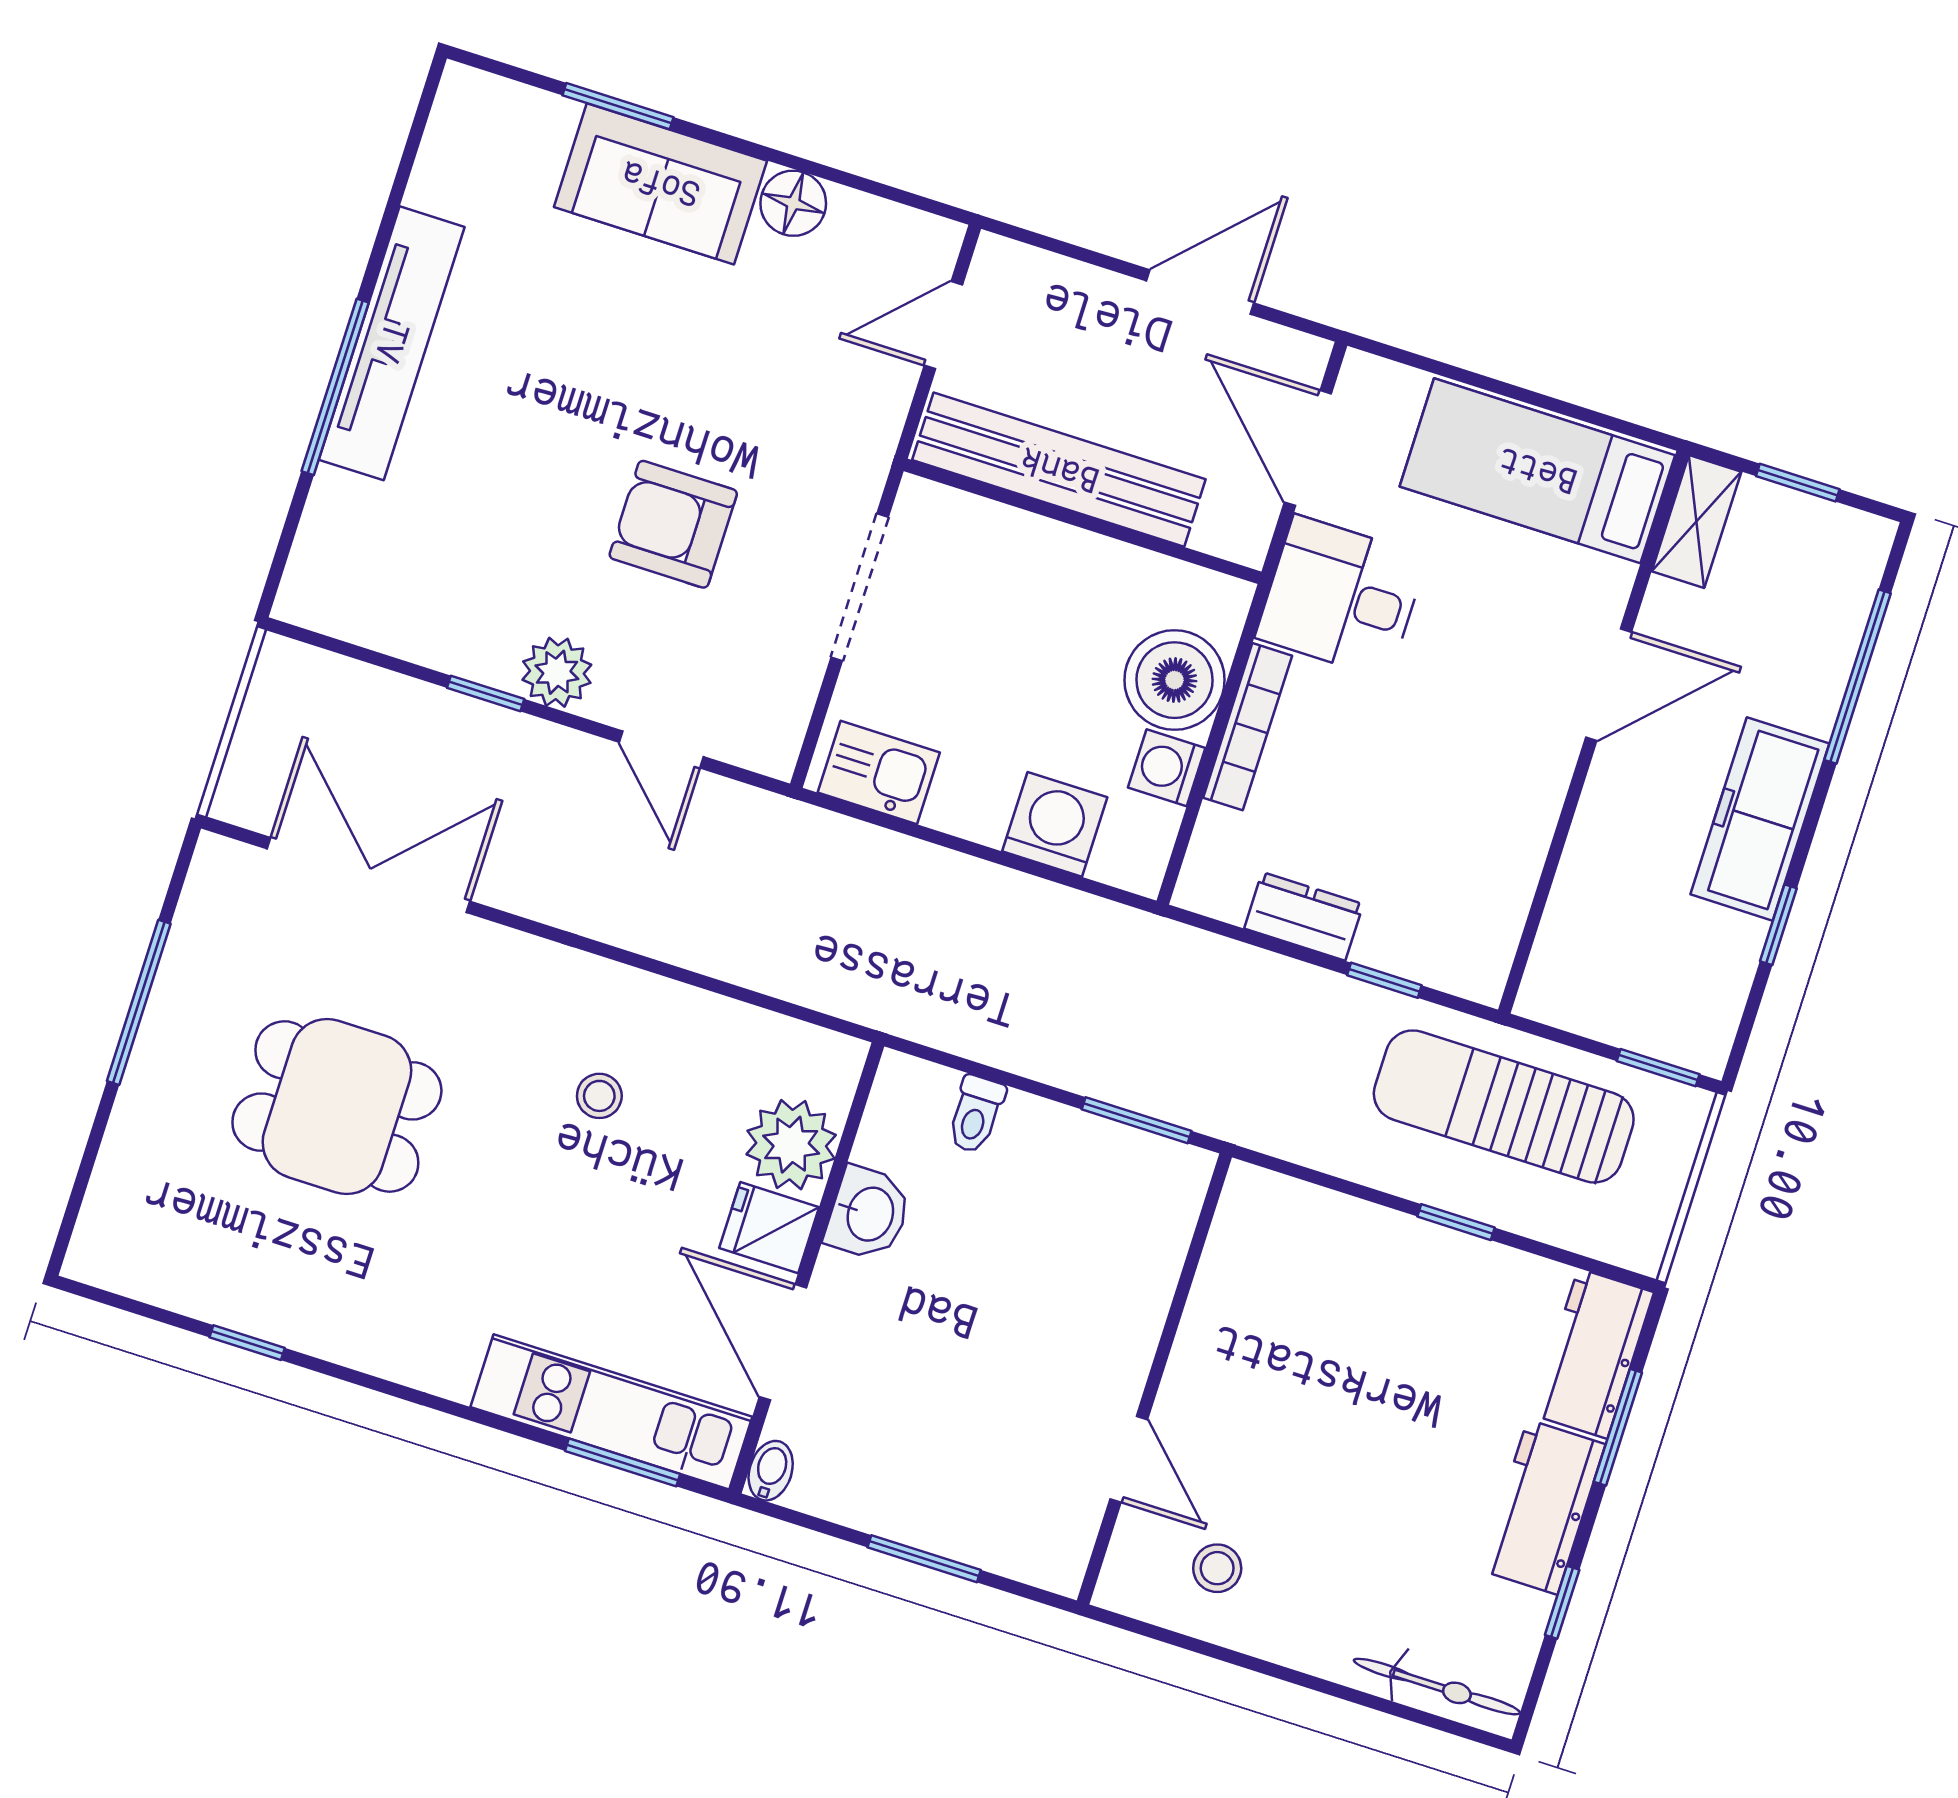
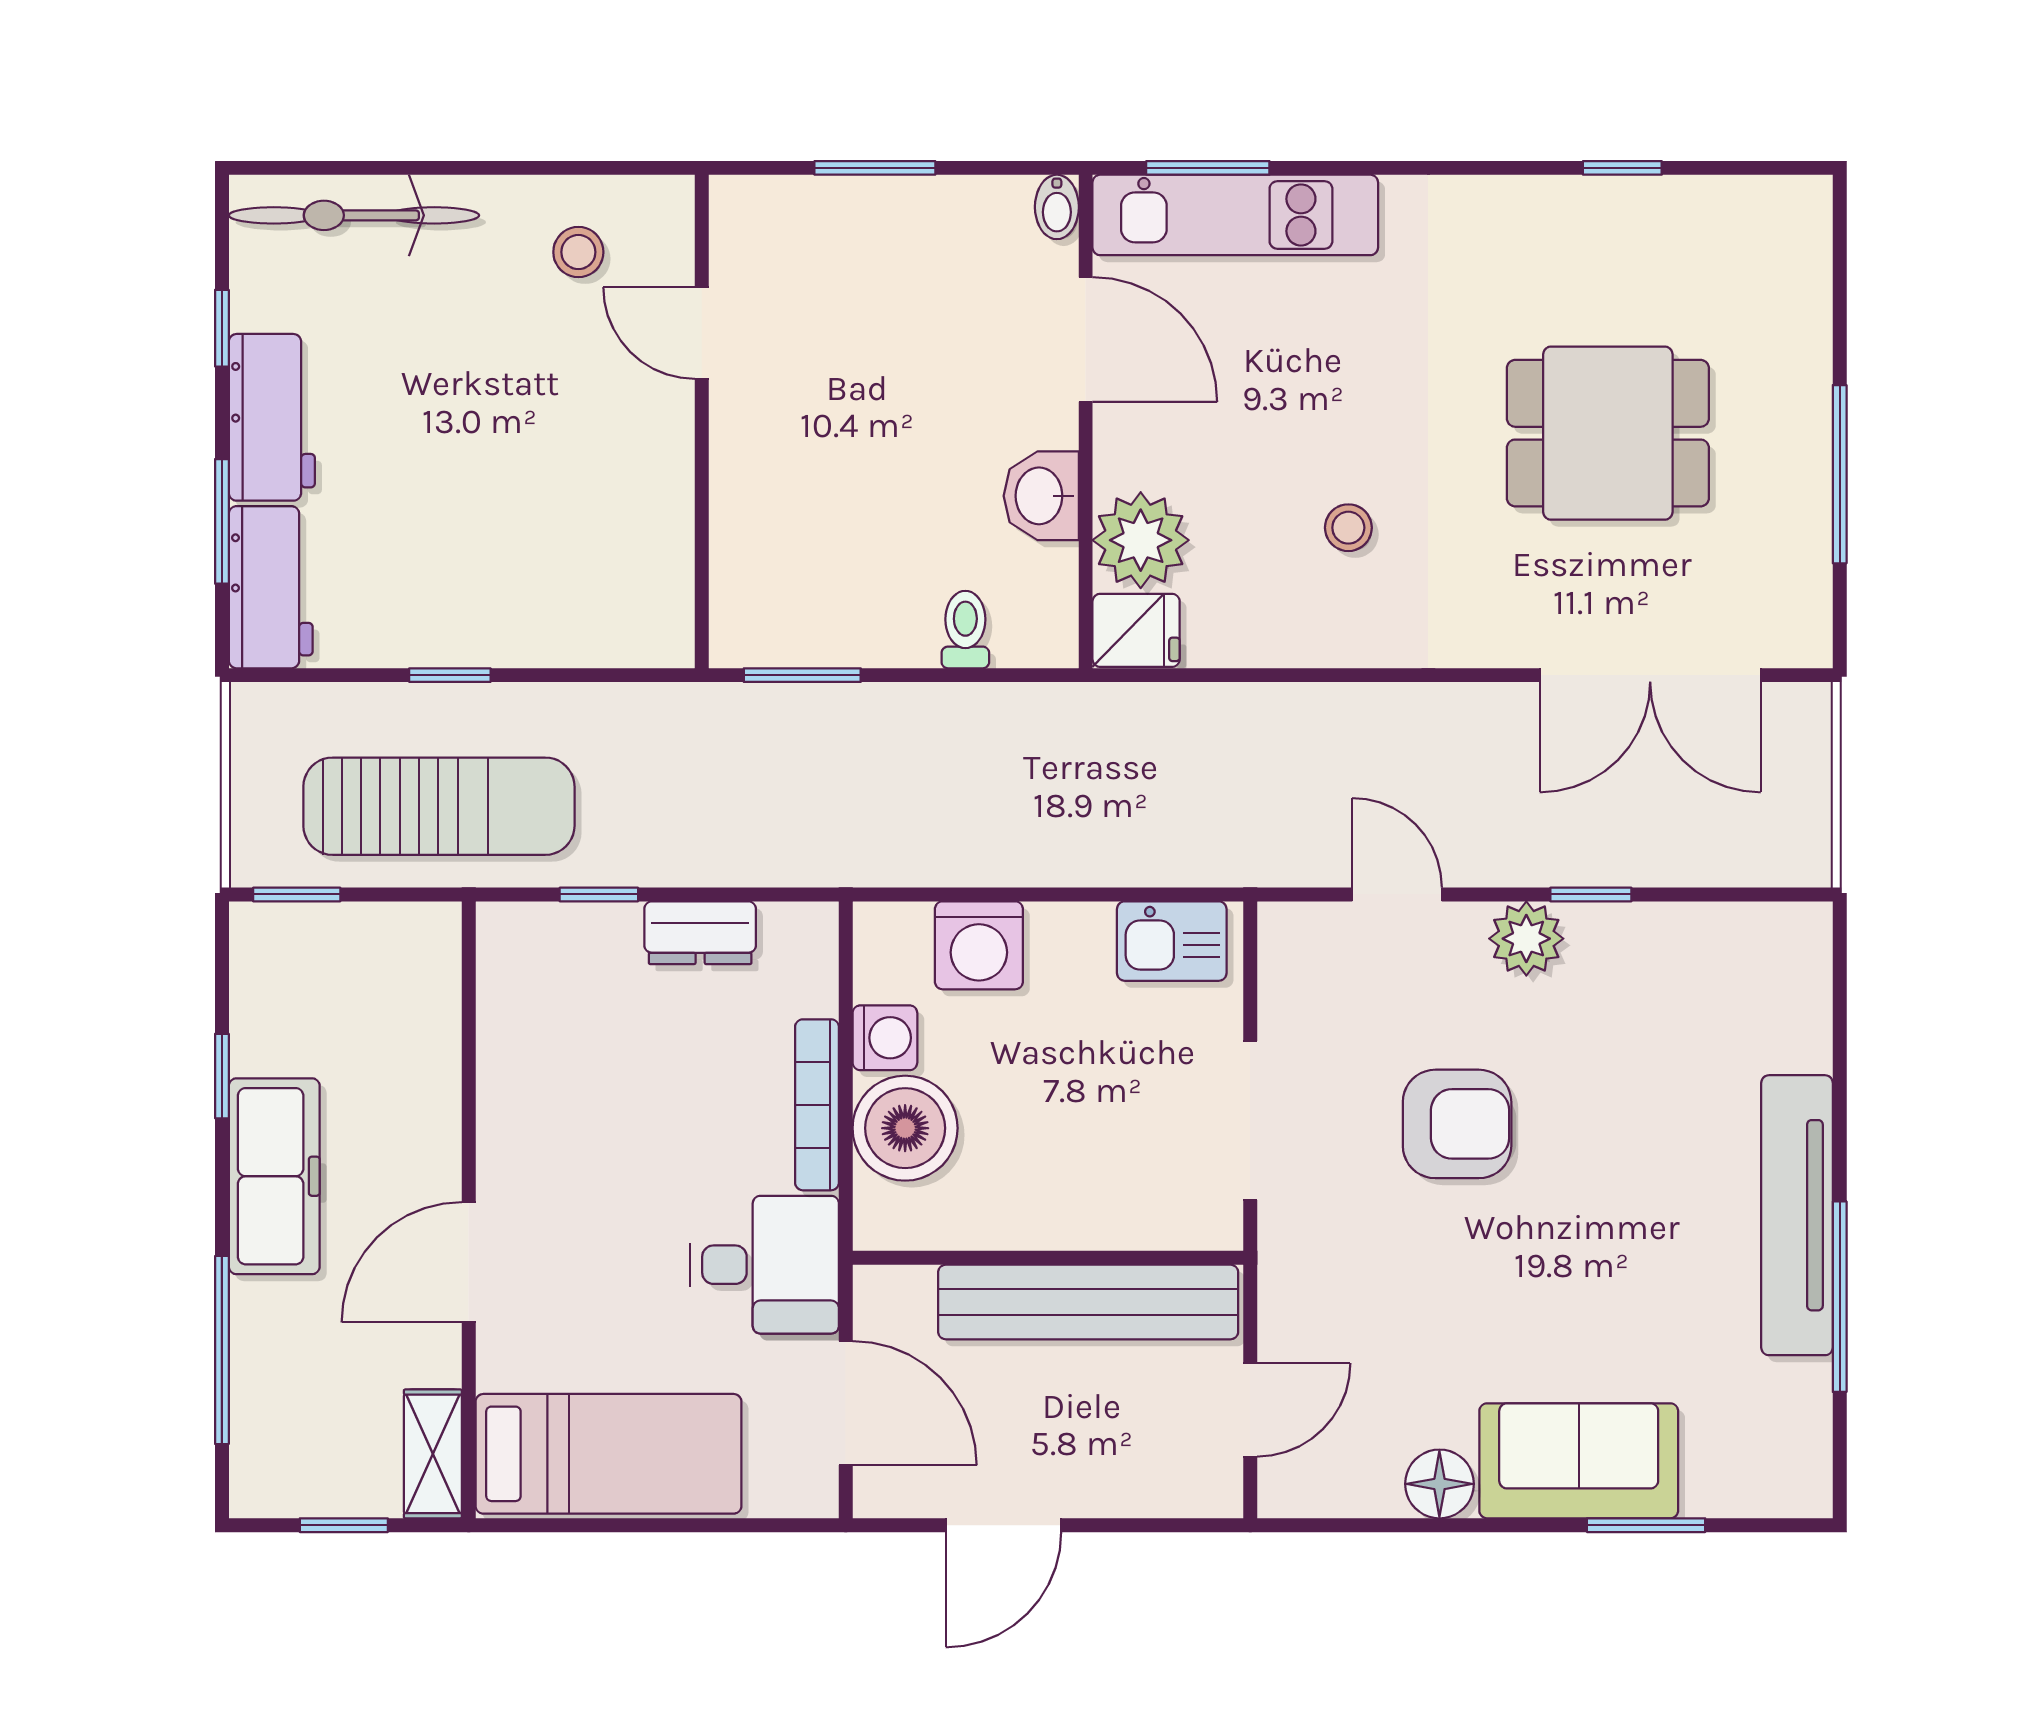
window: (335, 387) -> (1840, 1297), moved
fridge: (769, 1228) -> (1136, 630), moved
bicycle: (1437, 1687) -> (354, 215), width x1.37, depth x1.40

